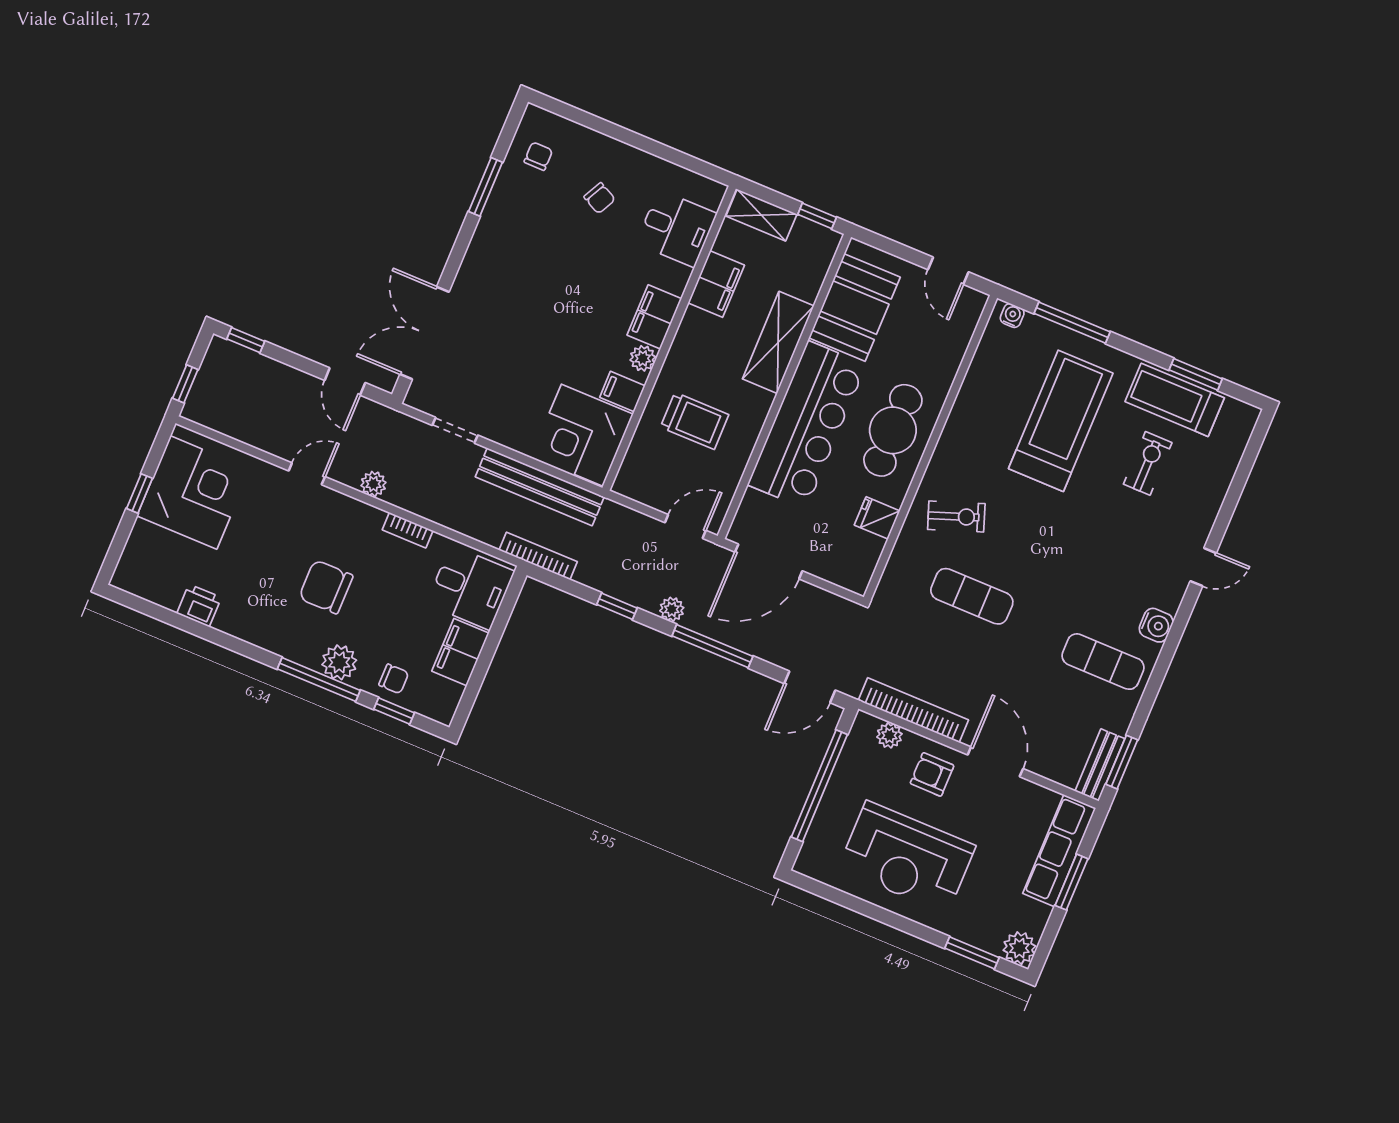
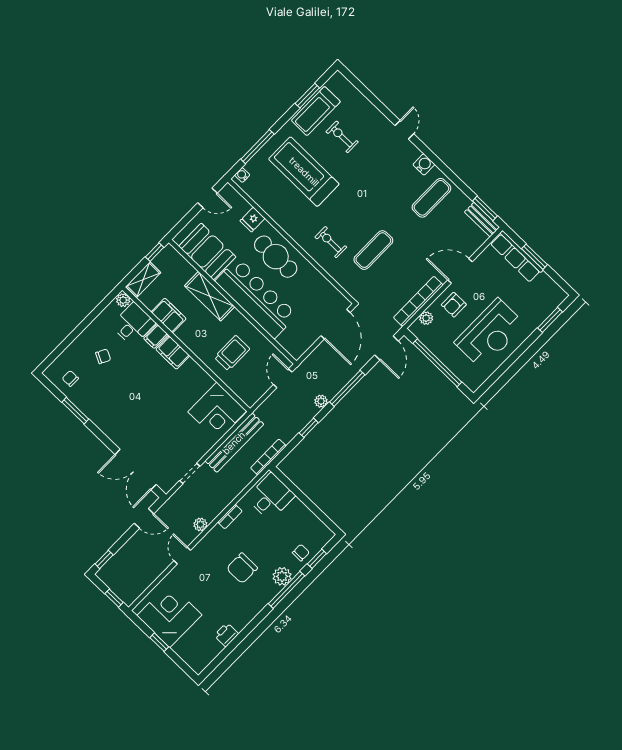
plant: (643, 358) -> (123, 300), moved
filing cabinet: (622, 392) -> (156, 336), moved
exercise bike: (956, 517) -> (331, 242), turned -70
fridge: (877, 518) -> (252, 220), moved
door: (769, 561) -> (335, 324), moved
filing cabinet: (460, 652) -> (301, 514), removed
plant: (1019, 948) -> (557, 295), removed

